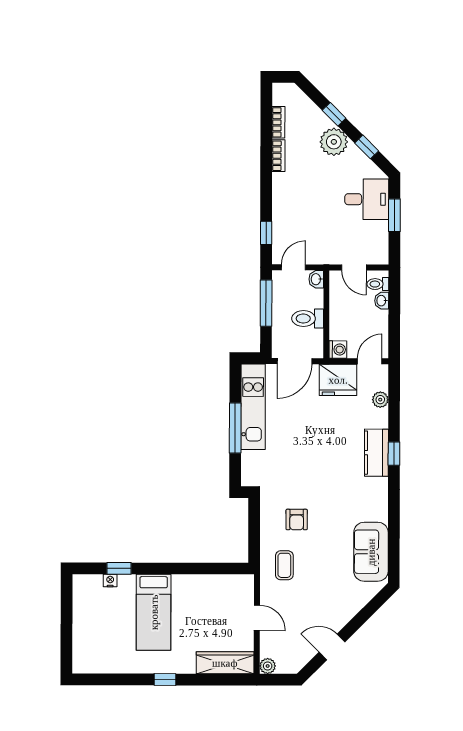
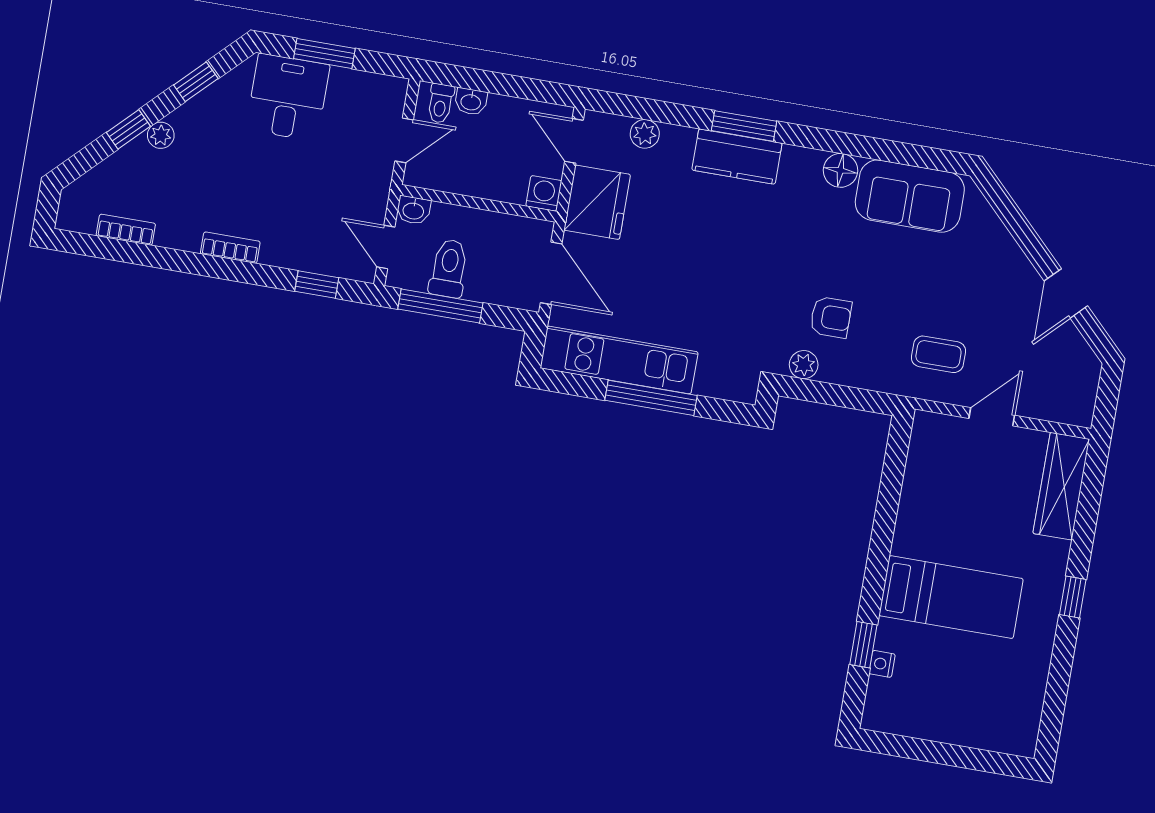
plant: (334, 142) -> (161, 135), width x0.53, depth x0.53
bookcase: (278, 156) -> (230, 248), moved
toilet: (308, 319) -> (449, 268), moved, turned 180
window: (394, 454) -> (744, 126), width x1.50
floor lamp: (379, 511) -> (840, 170), added
coffee table: (284, 565) -> (938, 354), moved
plant: (268, 666) -> (804, 365), moved

